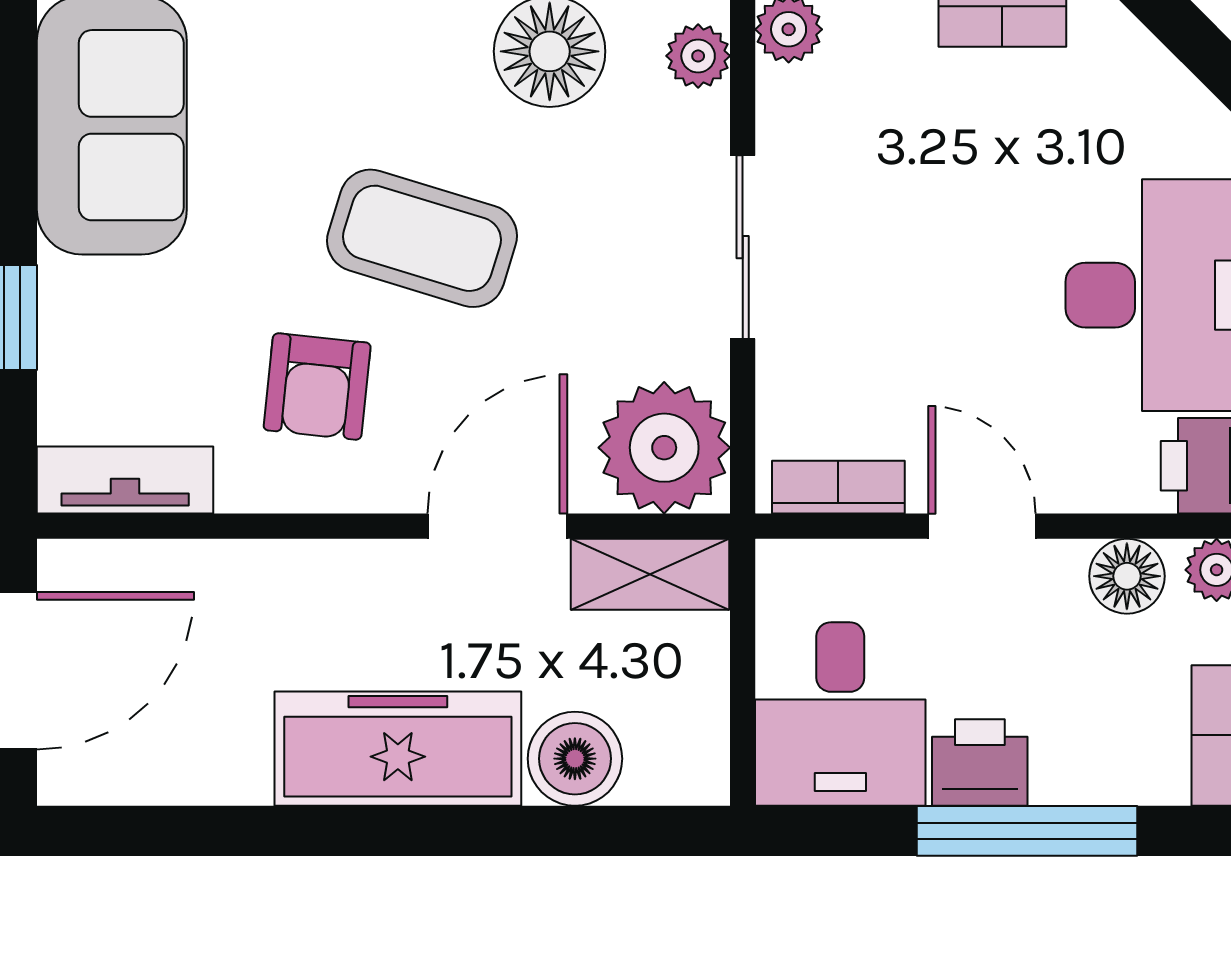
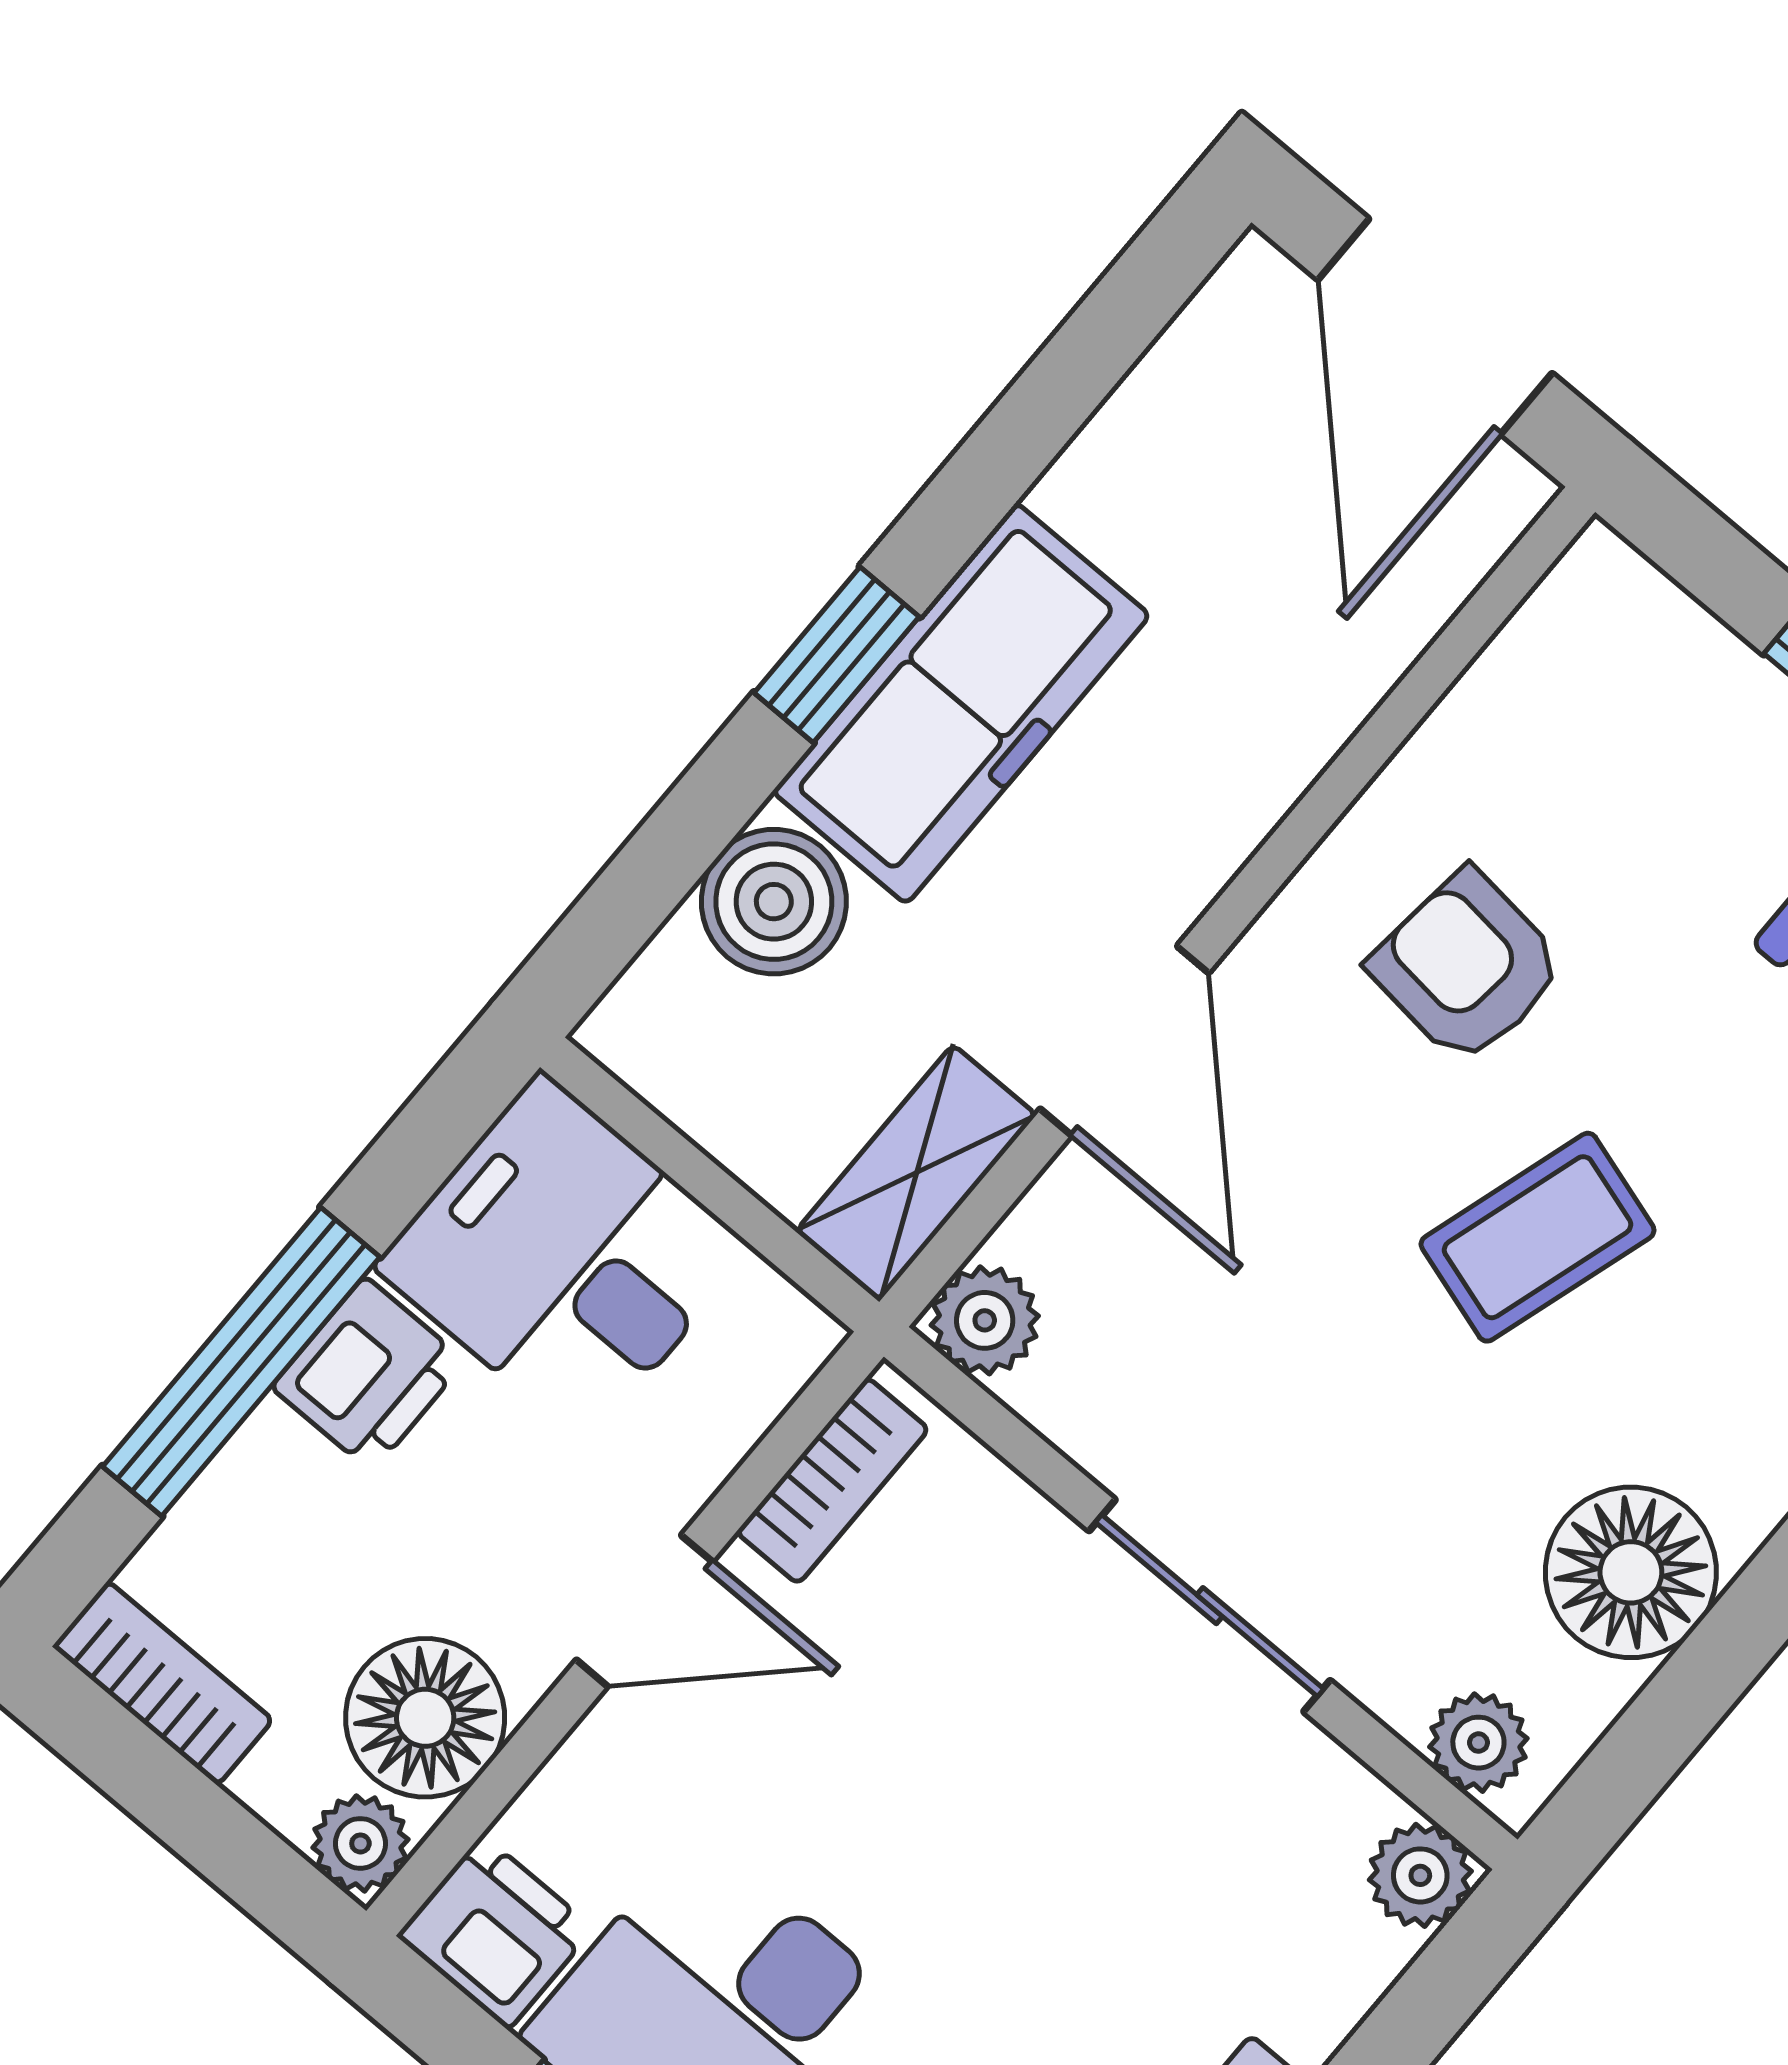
coffee table: (422, 238) -> (1538, 1237), width x0.73, depth x0.77
plant: (664, 448) -> (985, 1320), width x0.53, depth x0.53
tv unit: (125, 480) -> (1547, 649), removed
floor lamp: (1127, 576) -> (425, 1718), width x1.38, depth x1.38
window: (426, 831) -> (837, 655), added

